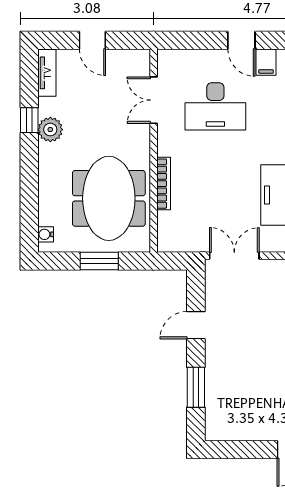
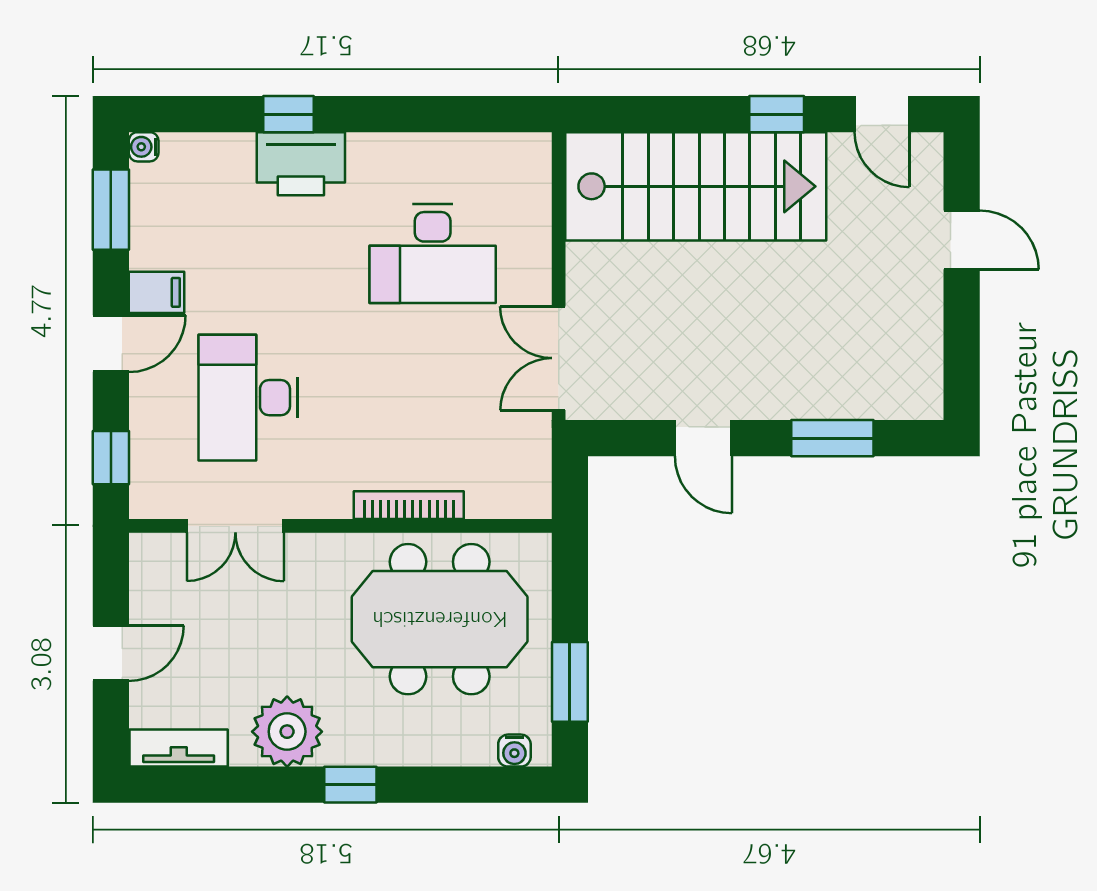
window: (187, 40) -> (111, 458), added
desk: (215, 106) -> (248, 398), turned 180
window: (29, 120) -> (350, 785), moved
plant: (50, 130) -> (287, 732), width x1.36, depth x1.36
window: (99, 261) -> (570, 682), moved

